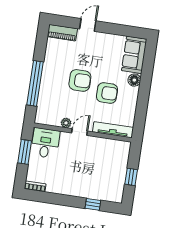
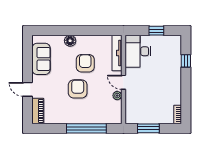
sofa: (134, 55) -> (41, 59), moved, turned -90
desk: (45, 143) -> (138, 51), moved, width x1.37

